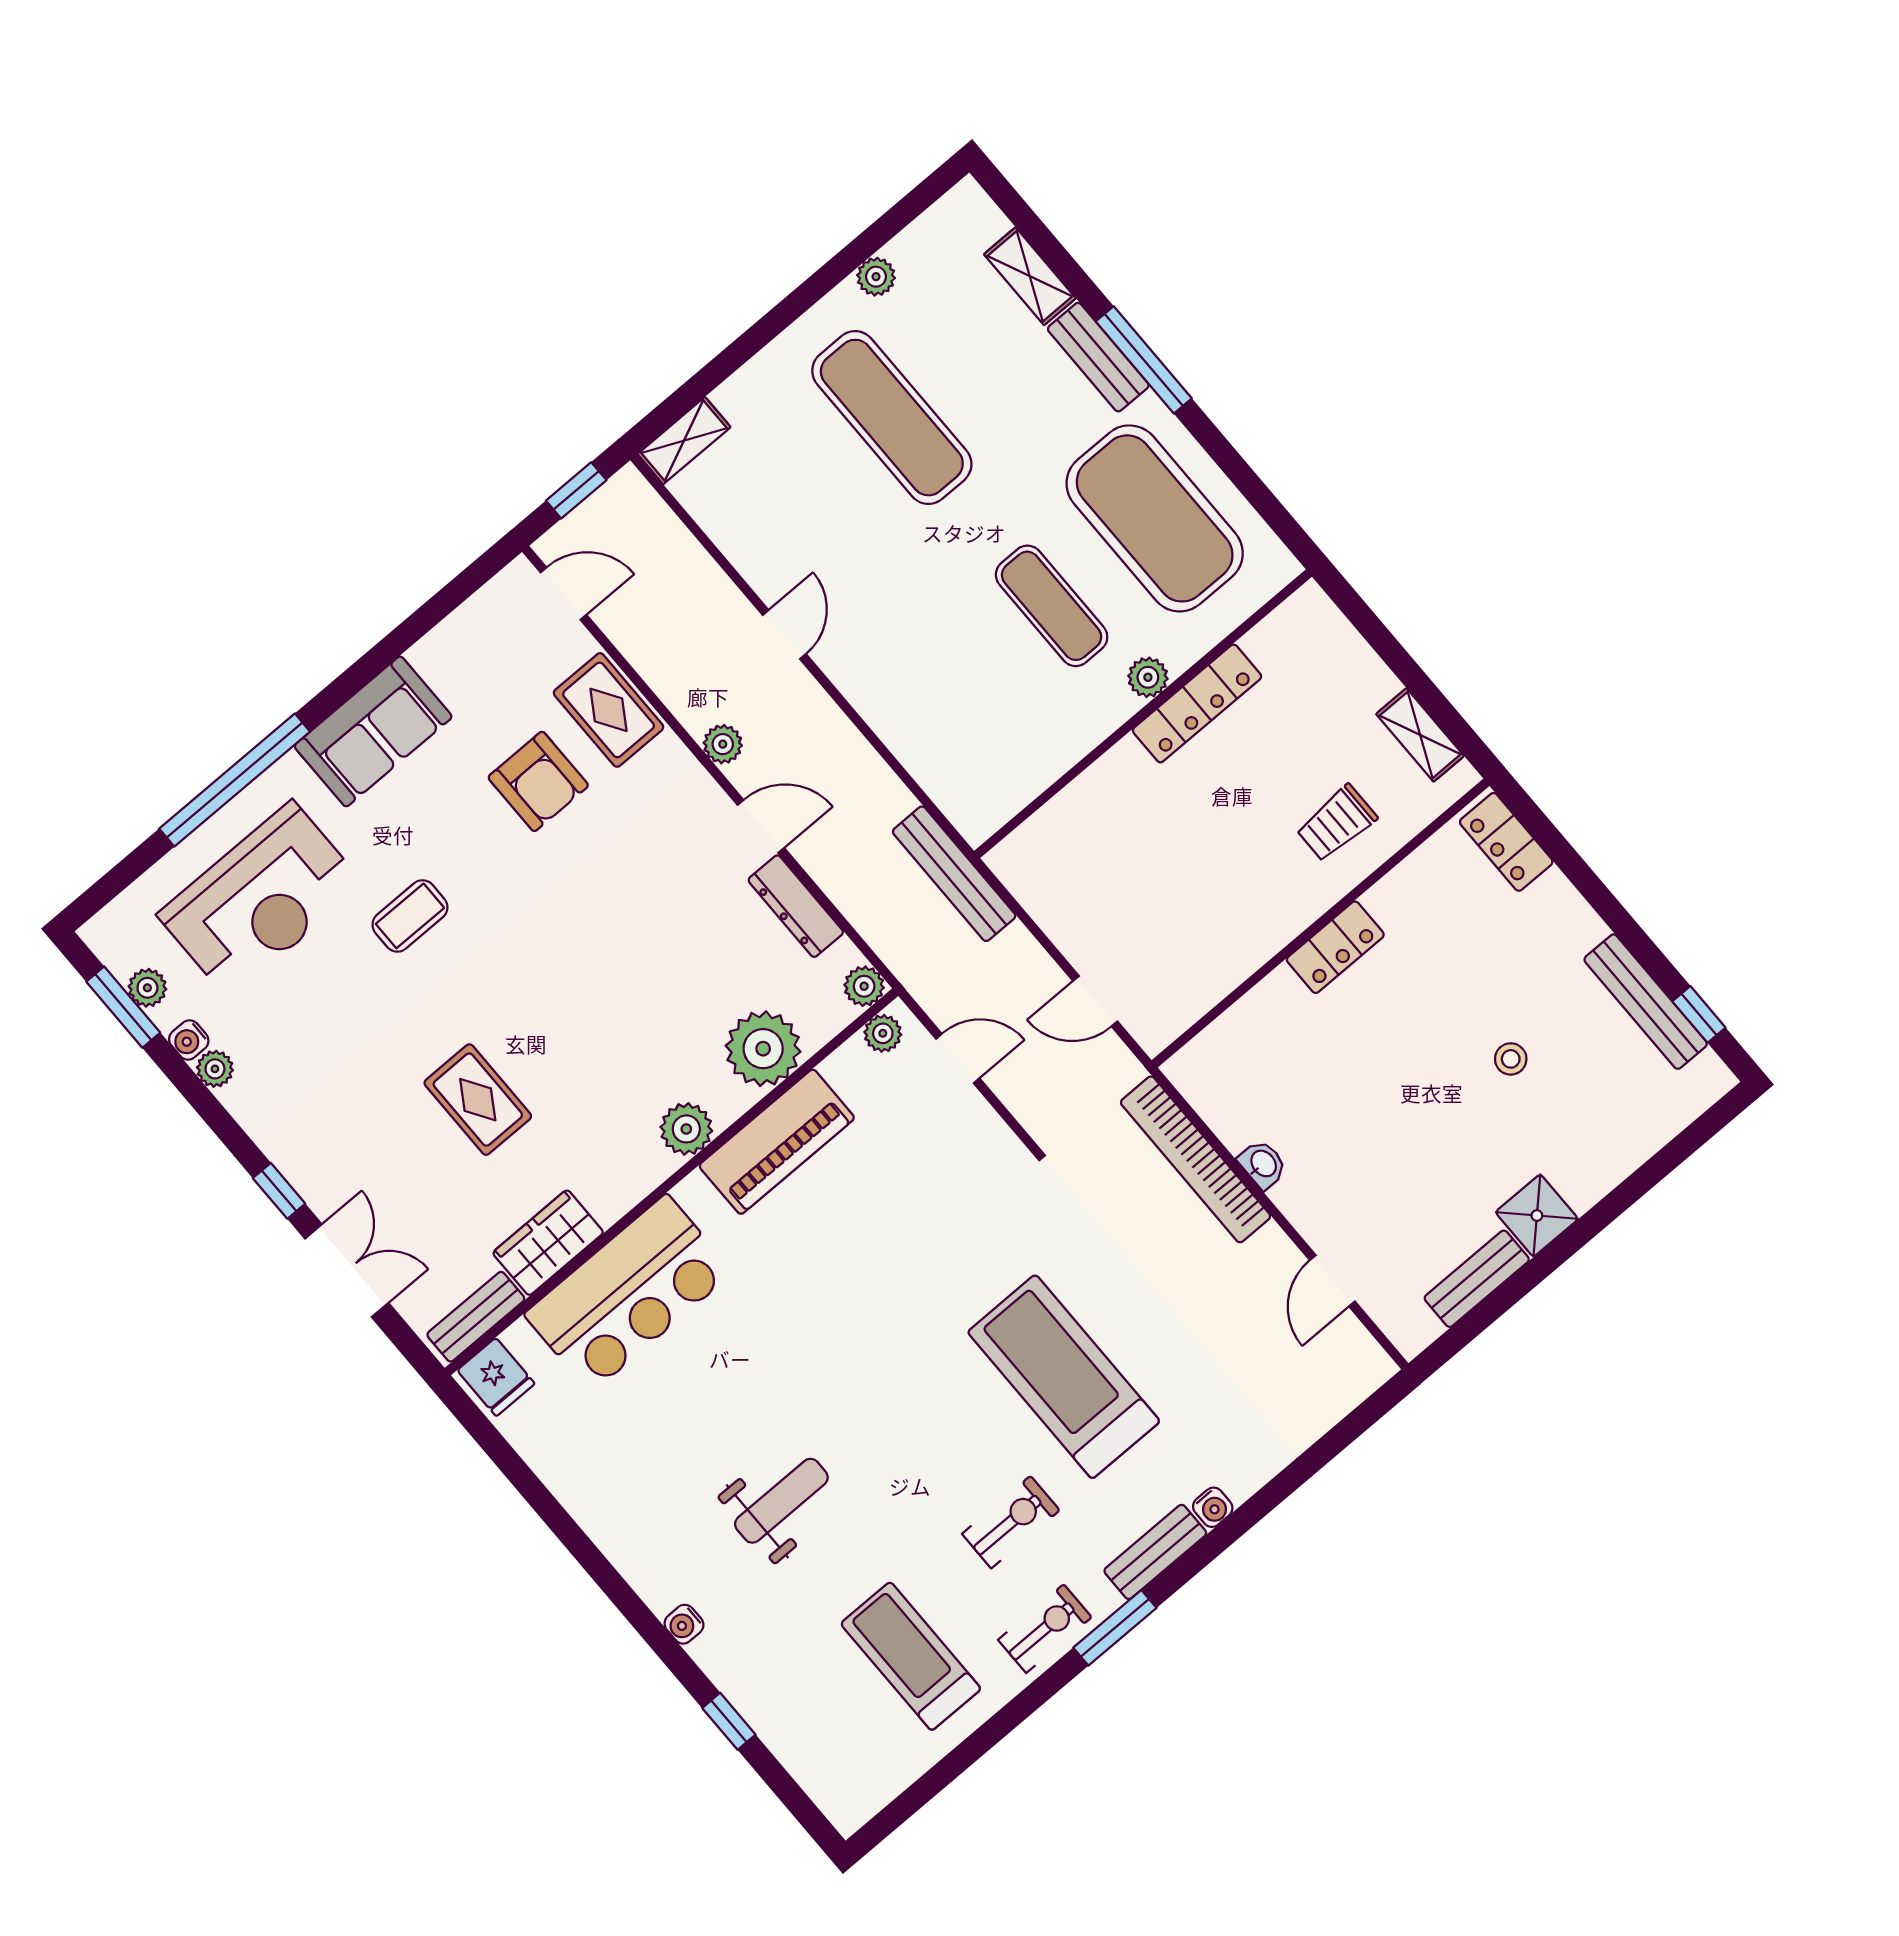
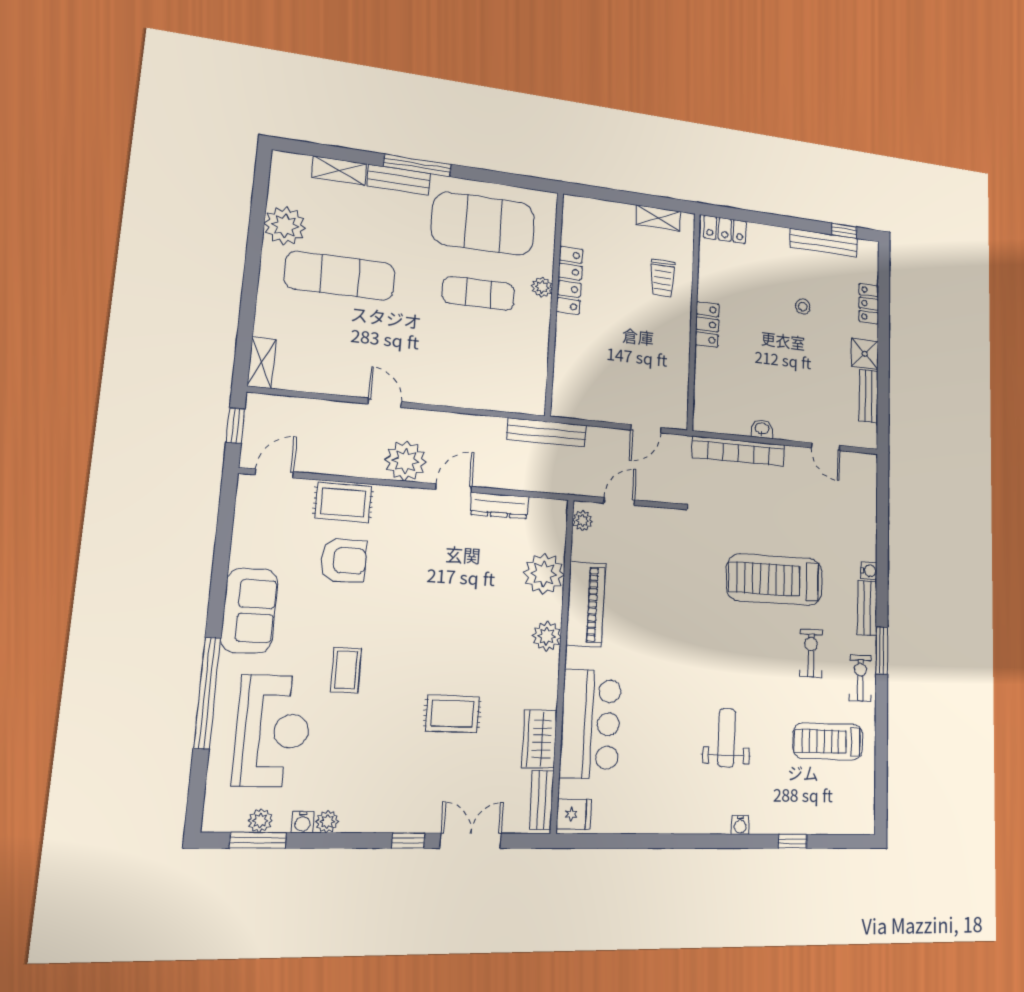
plant: (876, 277) -> (285, 226), width x1.88, depth x1.88
plant: (723, 744) -> (406, 461), width x1.88, depth x1.88
plant: (864, 986) -> (557, 510), removed
locker: (1623, 1153) -> (869, 304), added

